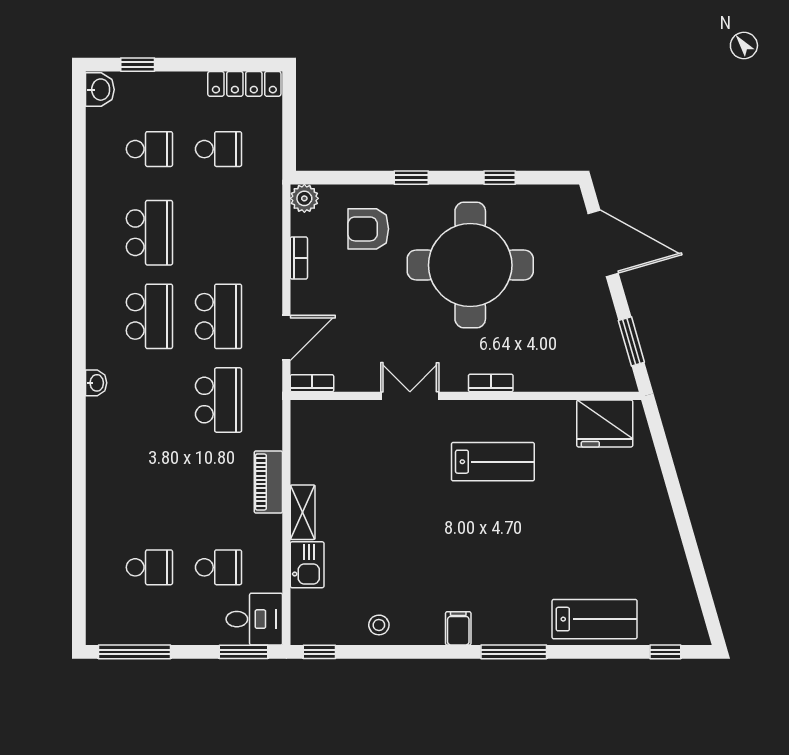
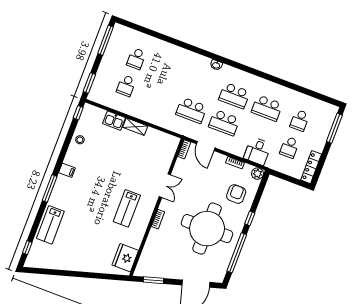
window: (138, 65) -> (334, 128), width x2.17
washbasin: (100, 90) -> (330, 110), removed
window: (500, 178) -> (237, 253), width x3.17
piano: (268, 482) -> (152, 118), removed
desk: (254, 619) -> (257, 151), moved

